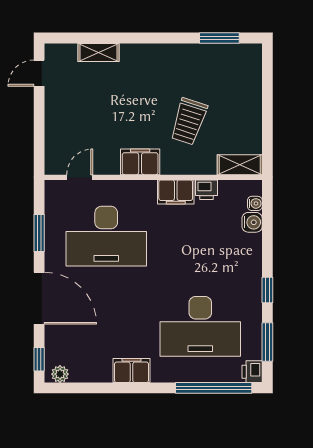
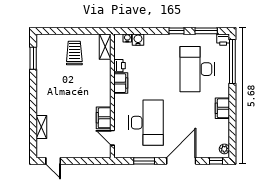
trolley: (189, 121) -> (74, 53), moved, turned -108
filing cabinet: (140, 162) -> (104, 118), moved
desk: (200, 326) -> (197, 69), turned 180

